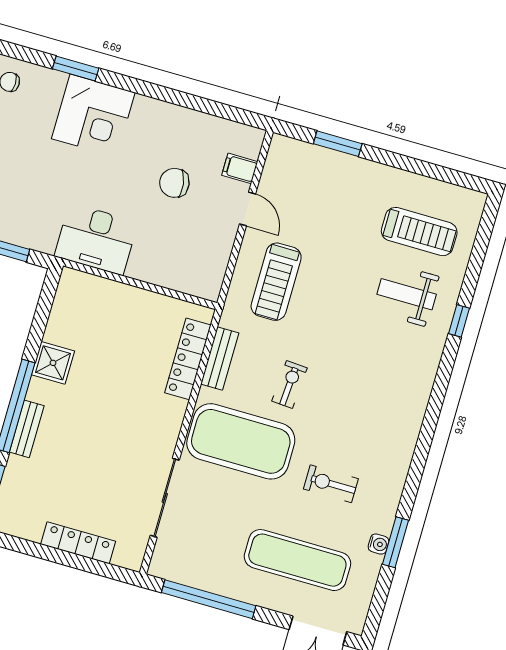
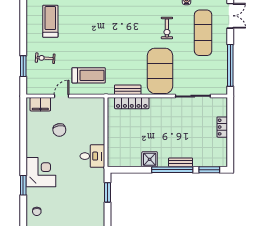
filing cabinet: (240, 168) -> (40, 104), width x2.00
desk: (96, 239) -> (92, 156), width x0.73
weight bench: (407, 294) -> (78, 19), removed
exercise bike: (289, 384) -> (45, 58), moved
locker: (78, 543) -> (222, 127), width x0.66

